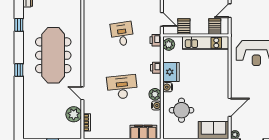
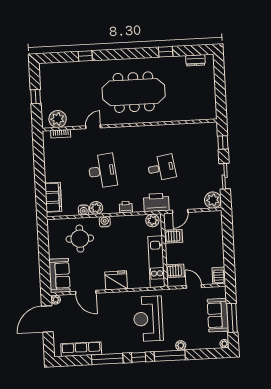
printer: (155, 40) -> (156, 202), width x1.87, depth x1.48
window: (19, 70) -> (85, 56), moved
fridge: (171, 72) -> (116, 280), moved, turned 180
plant: (74, 114) -> (58, 119), moved

